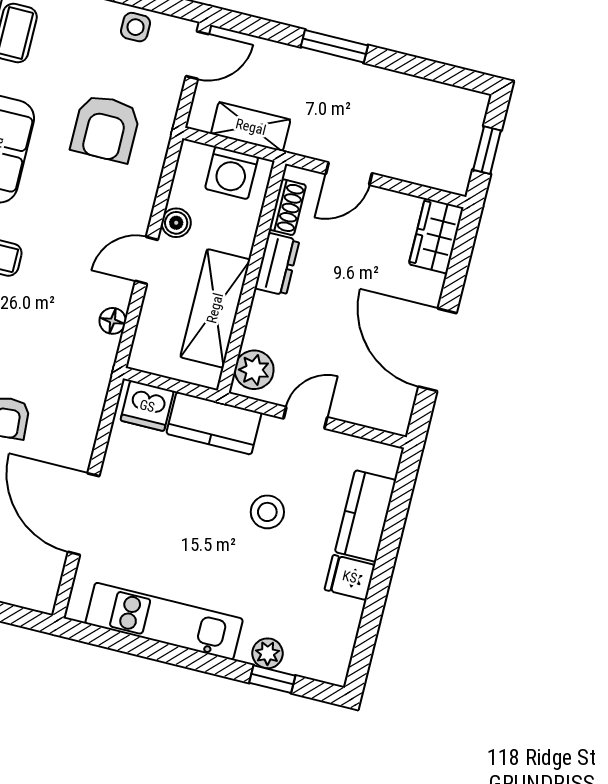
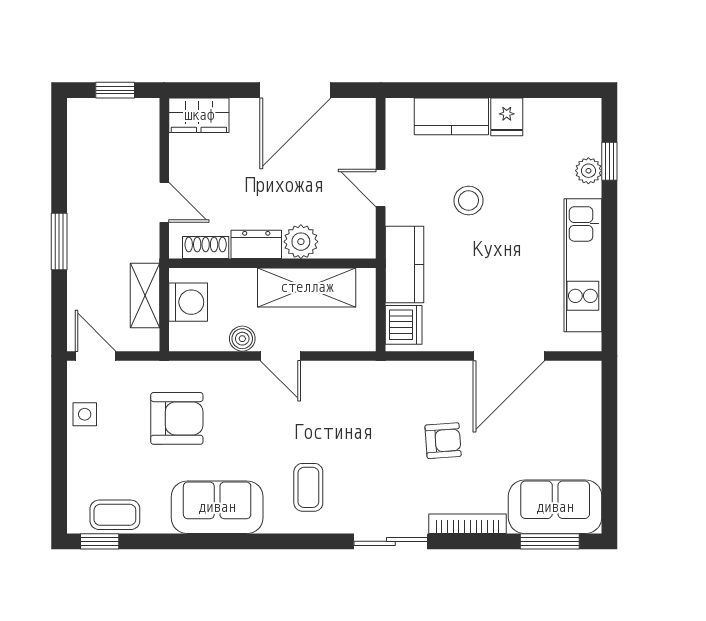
floor lamp: (113, 321) -> (339, 372), removed
plant: (254, 370) -> (301, 242), moved

